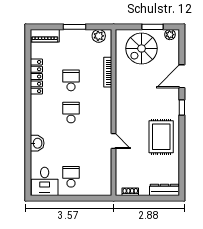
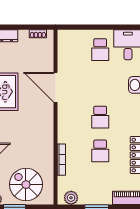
spiral stairs: (142, 48) -> (26, 185), turned -90
door: (114, 141) -> (55, 87), width x1.88

